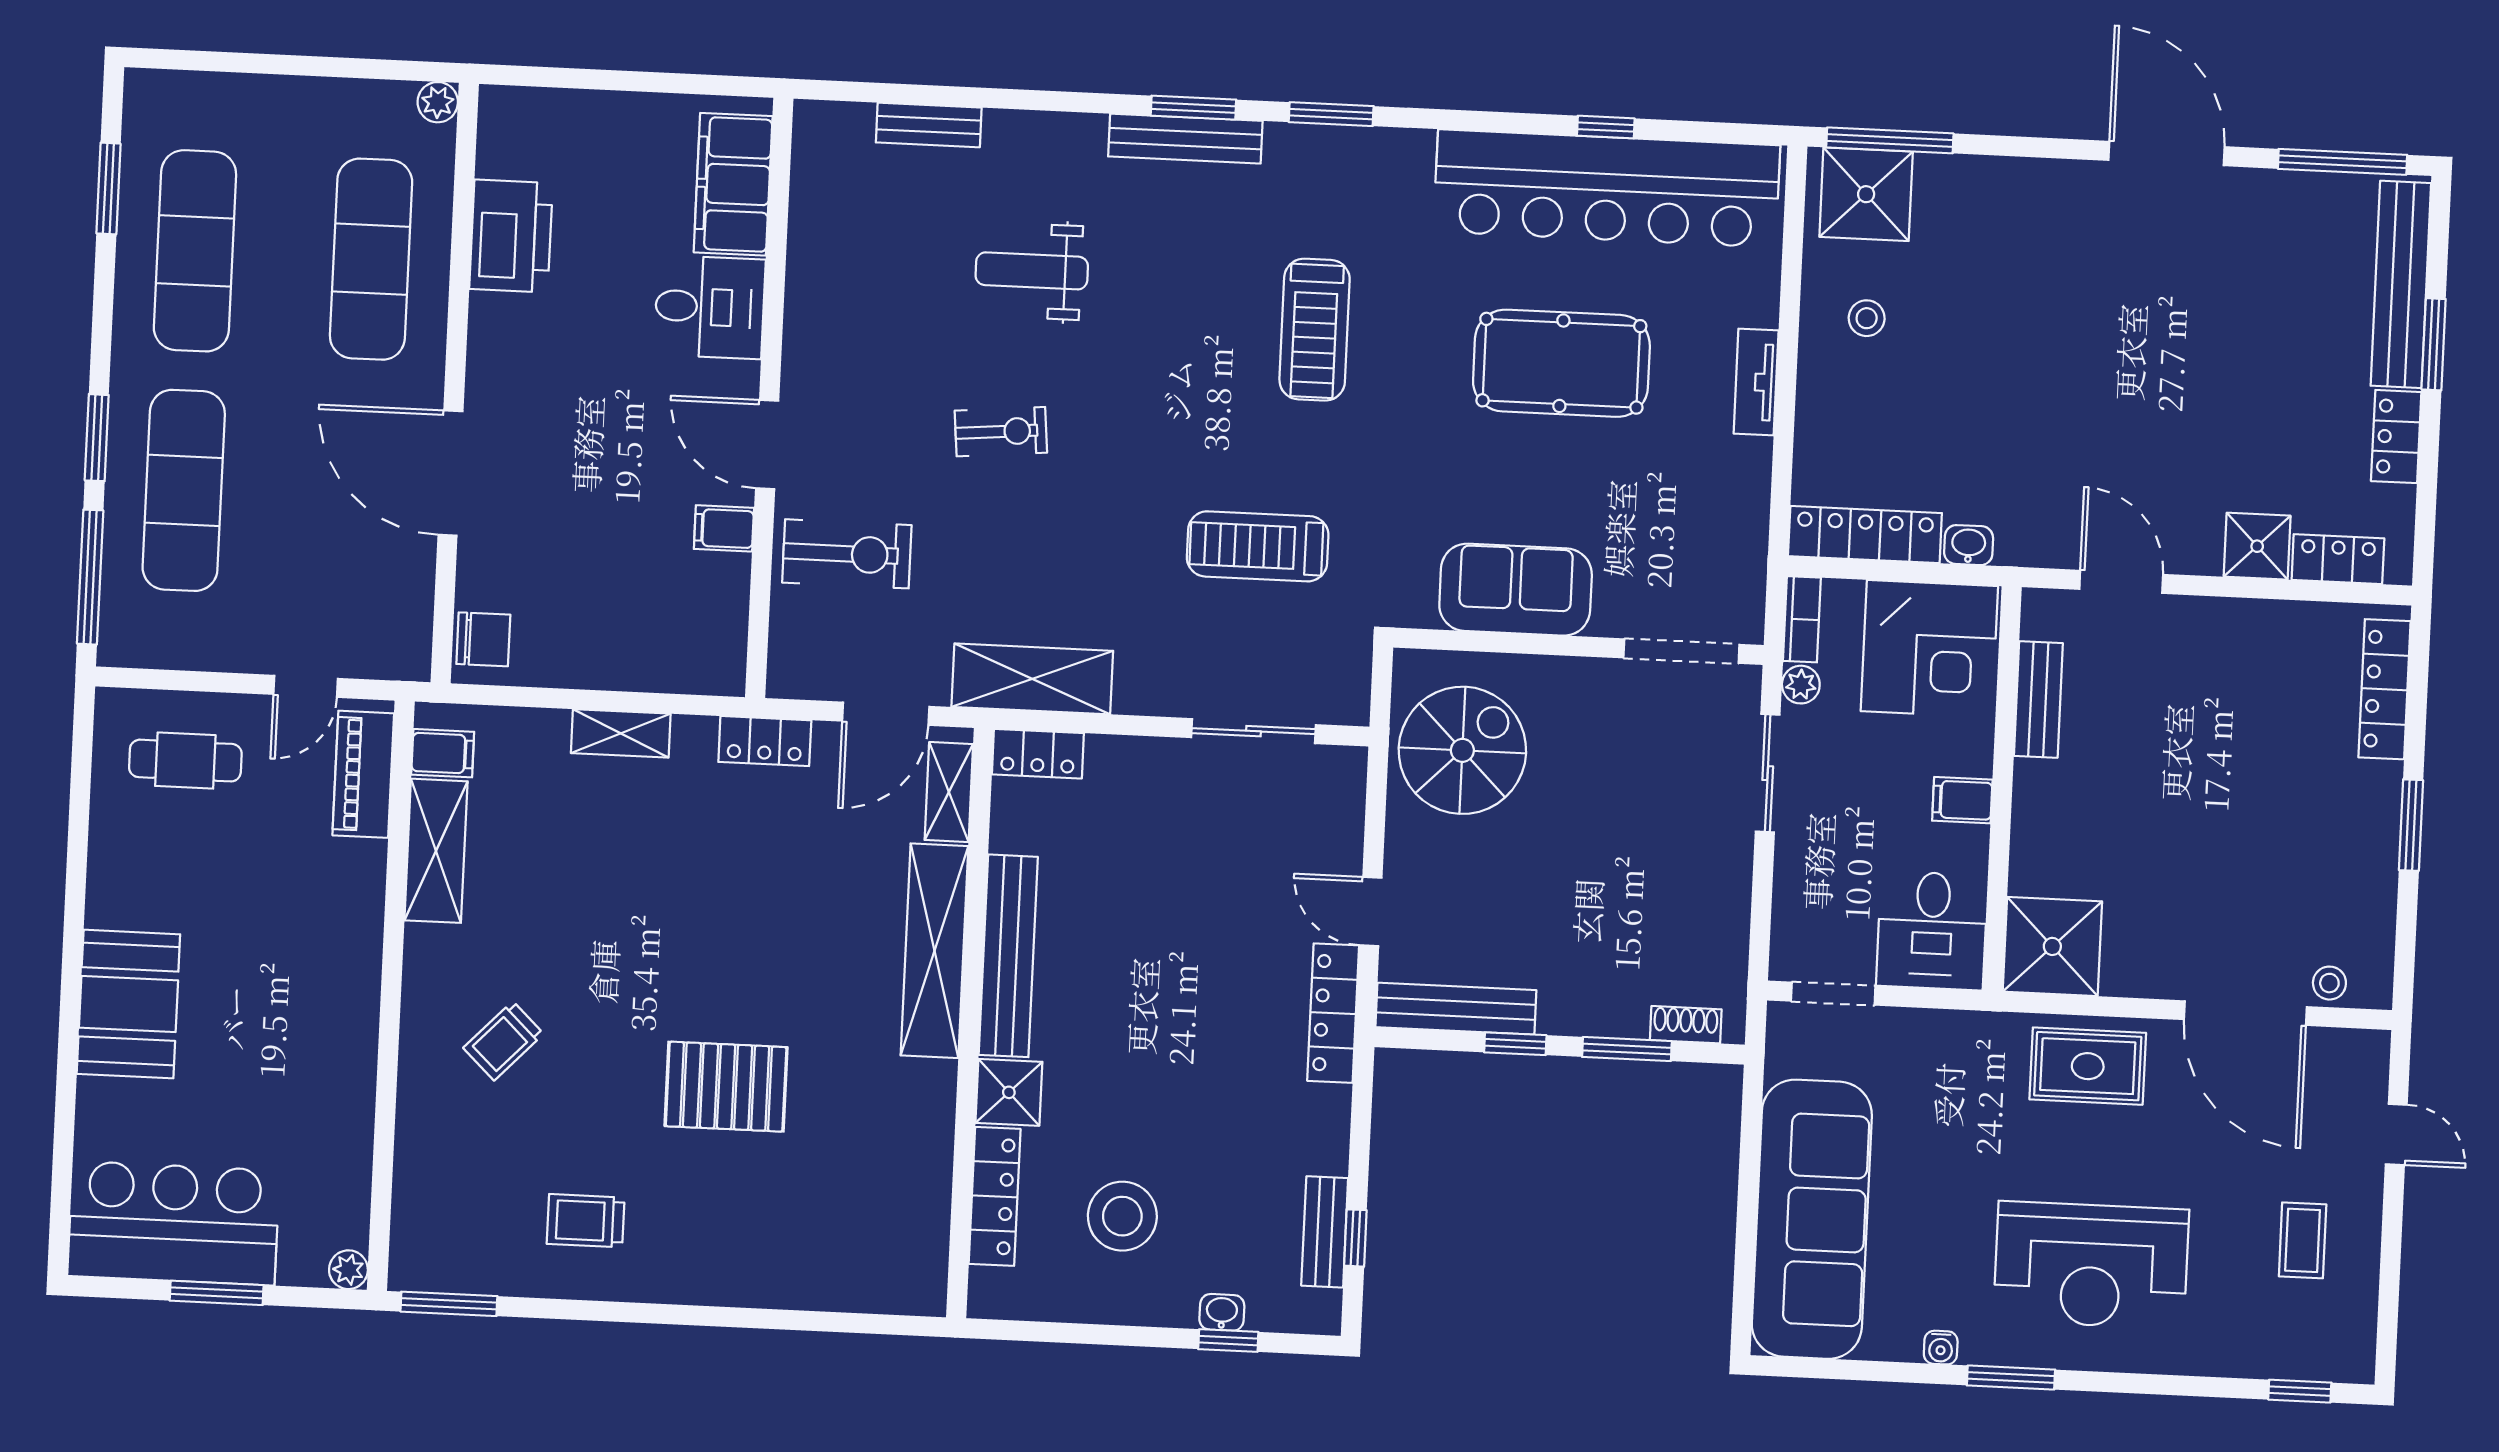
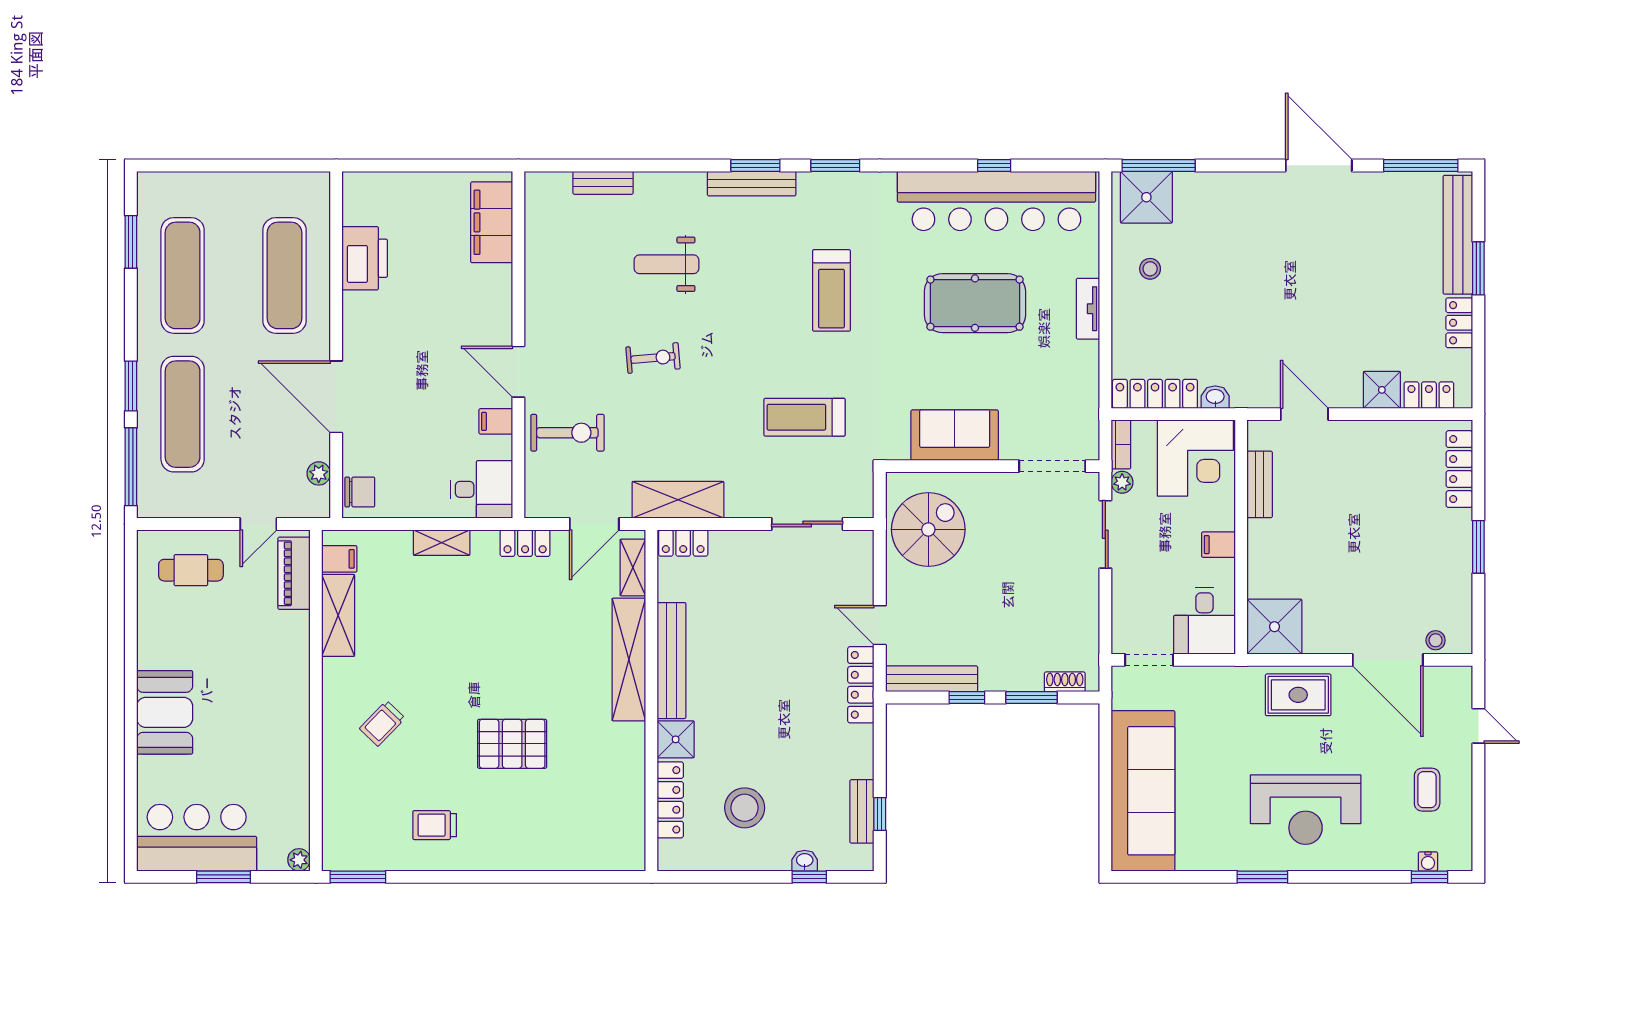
plant: (438, 102) -> (319, 473), moved
desk: (710, 307) -> (481, 489), moved
water cooler: (1941, 1348) -> (1428, 861), moved

